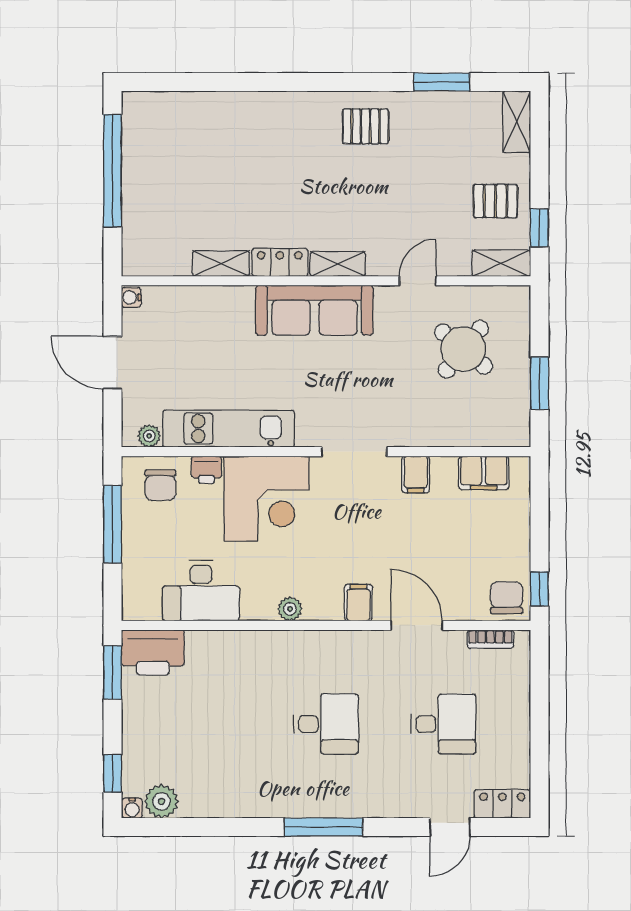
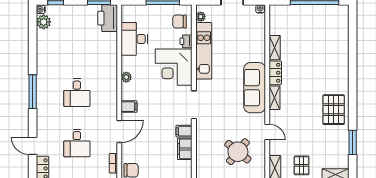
pallet: (366, 126) -> (334, 110), width x1.50, depth x1.42
filing cabinet: (484, 473) -> (185, 149), moved

